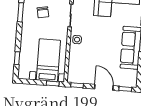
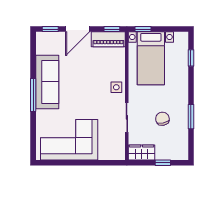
piano: (80, 78) -> (108, 39), added
door: (104, 87) -> (78, 29), hinge flipped

